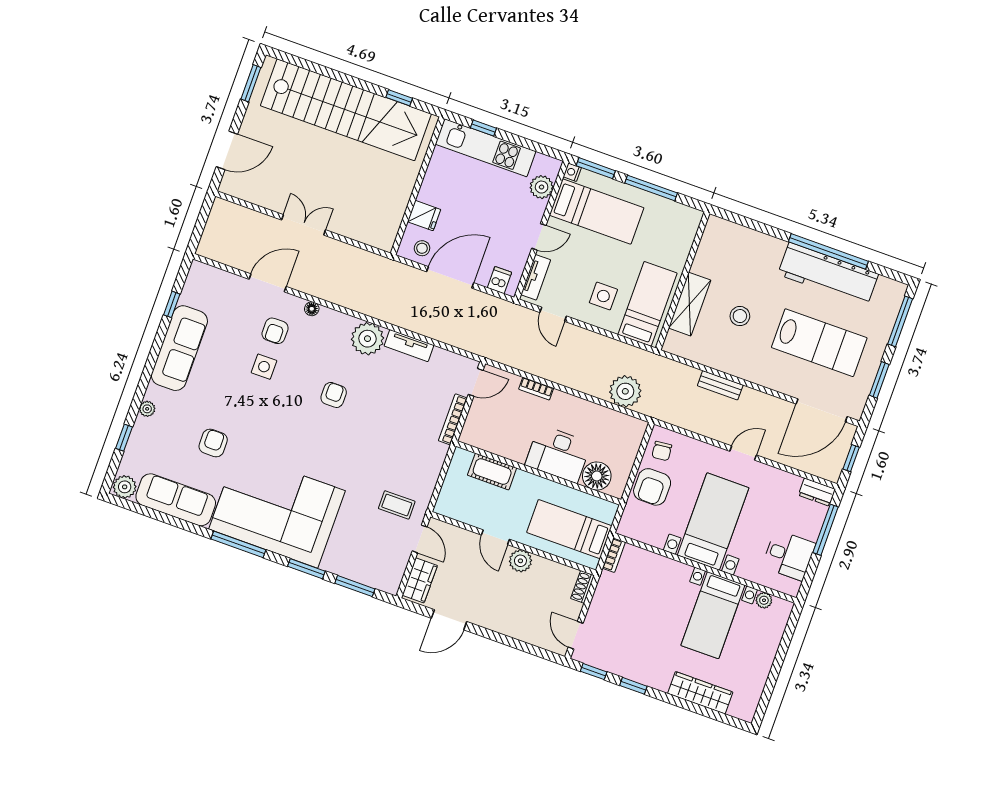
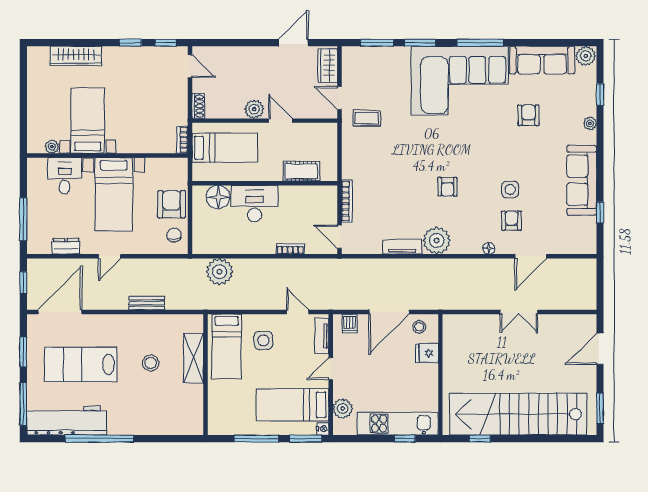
workbench: (828, 274) -> (66, 421), moved
door: (476, 382) -> (339, 237), hinge flipped
armchair: (213, 443) -> (529, 115), turned 180
dresser: (817, 492) -> (66, 246), moved
desk: (789, 555) -> (65, 176), moved, turned 90

